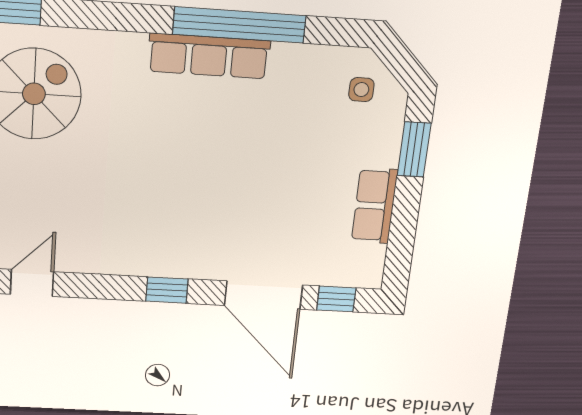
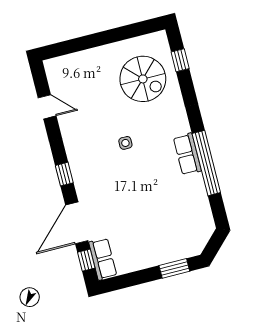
row of seats: (209, 56) -> (187, 154), width x0.68
side table: (361, 90) -> (125, 143), moved
row of seats: (374, 206) -> (103, 259), moved, turned 90

